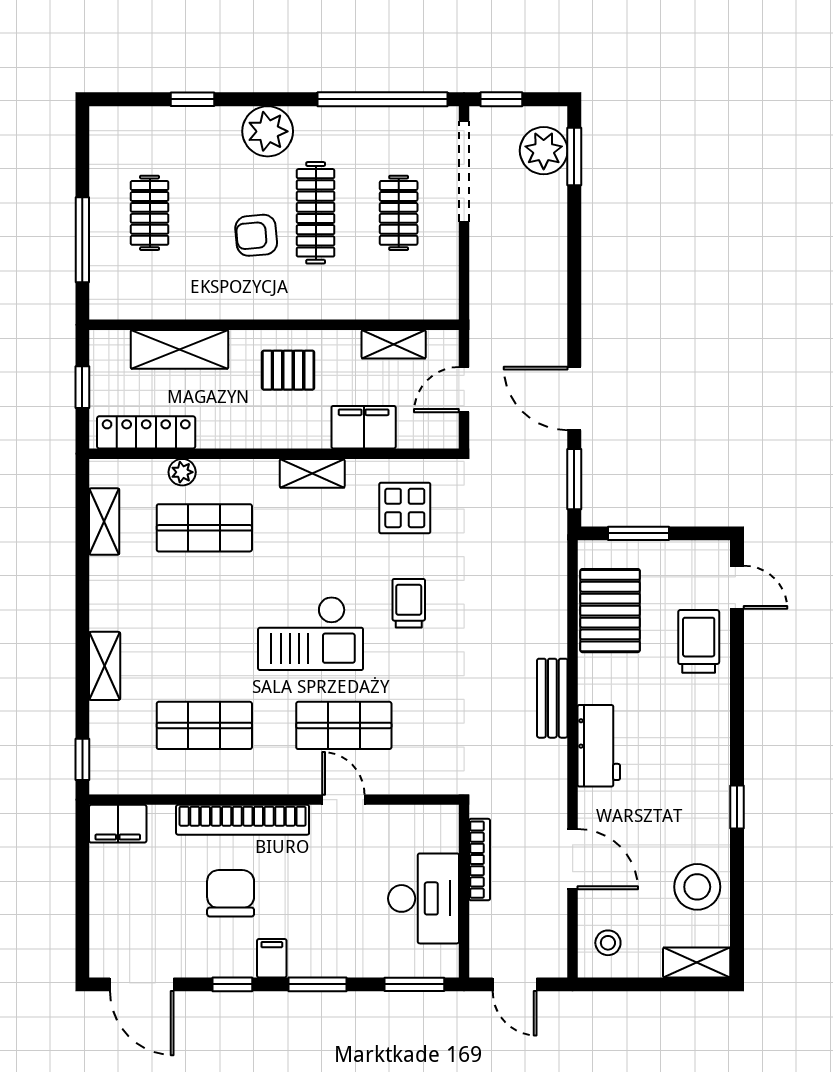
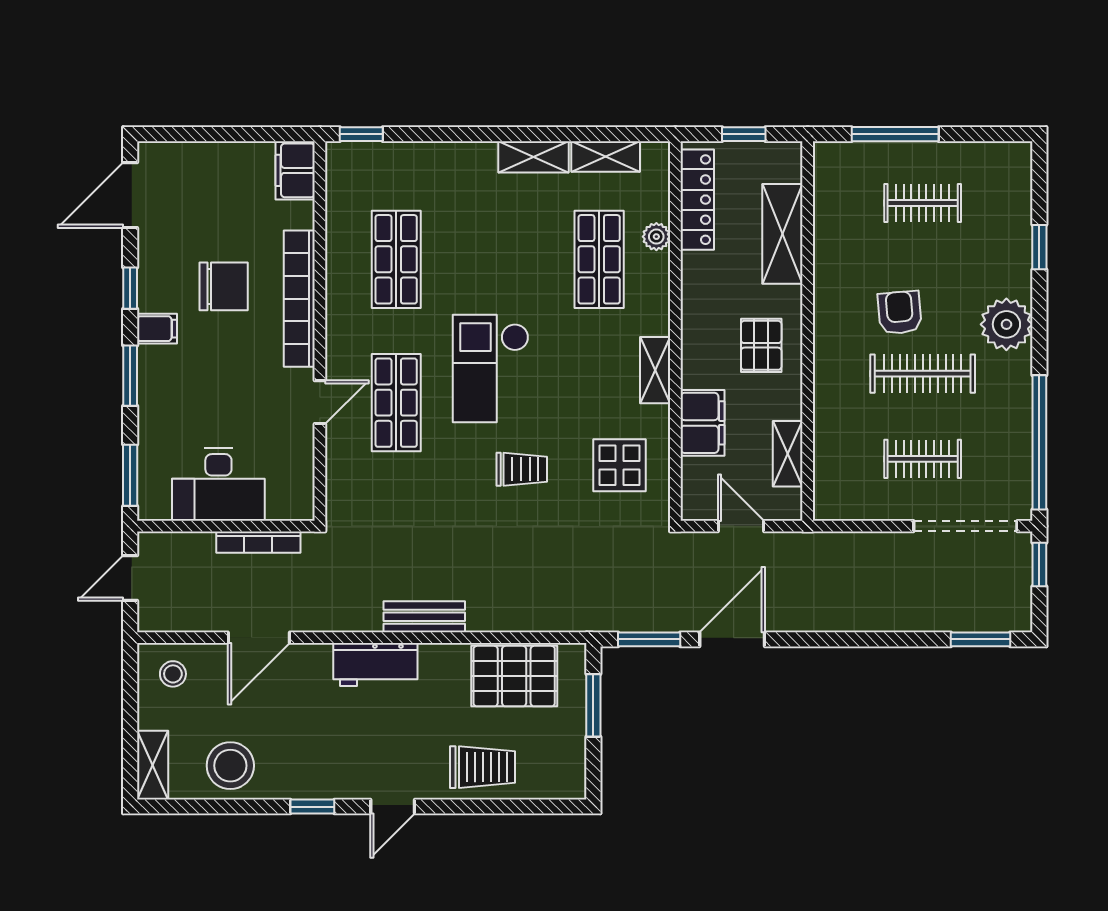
plant: (544, 151) -> (987, 608), removed
door: (737, 587) -> (393, 807), moved
shelving: (105, 666) -> (533, 157), moved

